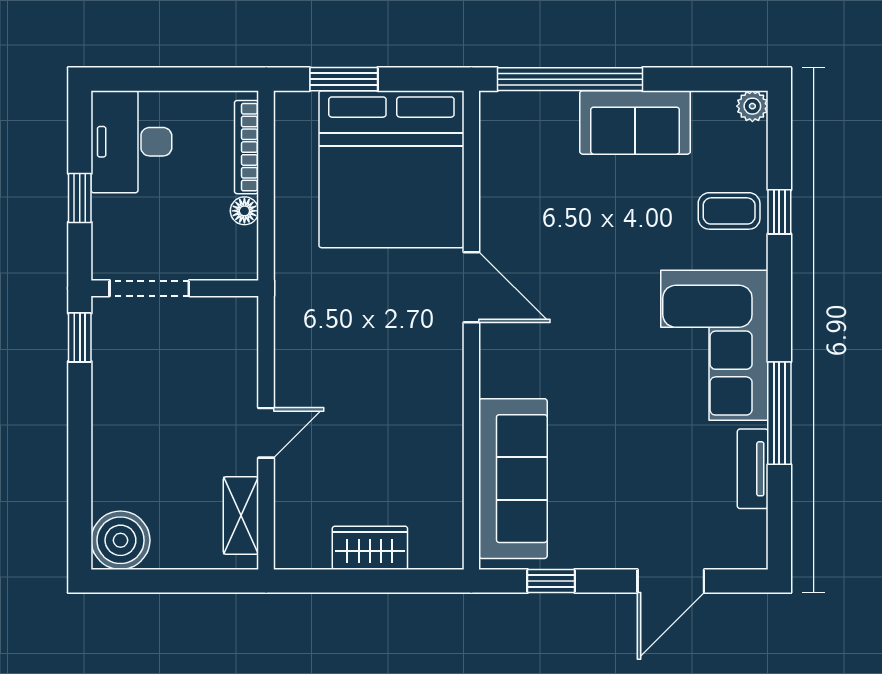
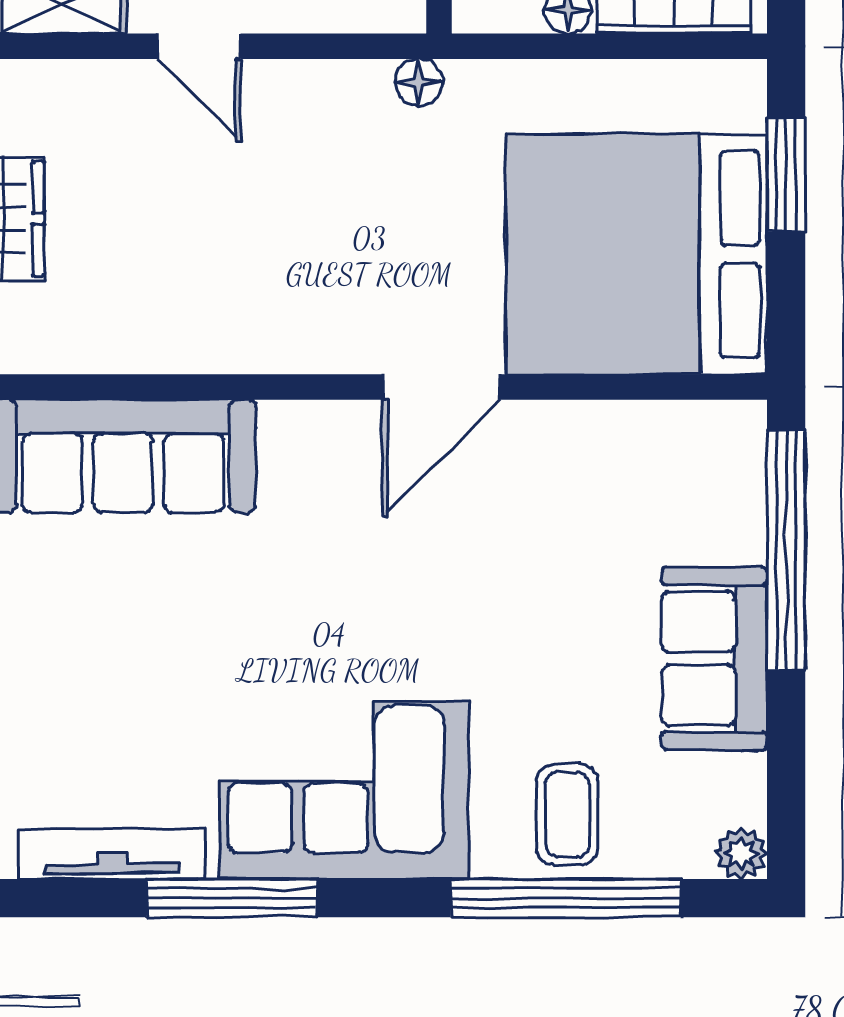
window: (779, 212) -> (566, 898), width x3.17
floor lamp: (288, 301) -> (419, 82), added
tv unit: (753, 469) -> (112, 854), width x1.41

